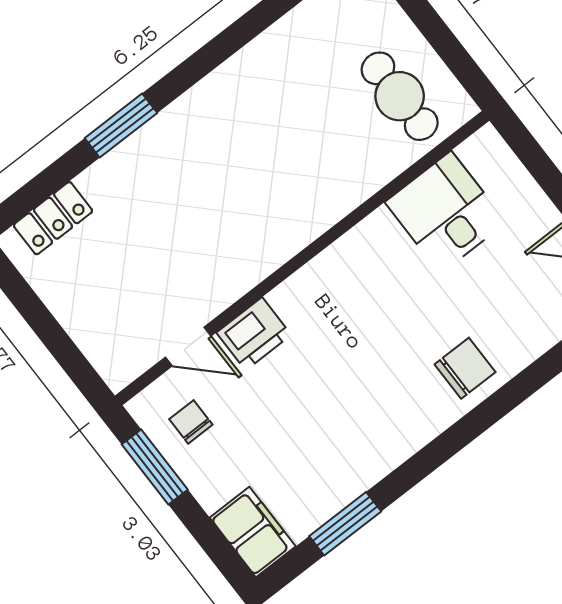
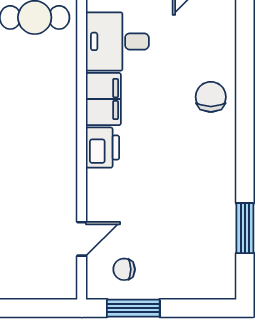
printer: (254, 334) -> (103, 148), moved
filing cabinet: (253, 532) -> (103, 99), moved, turned 90

